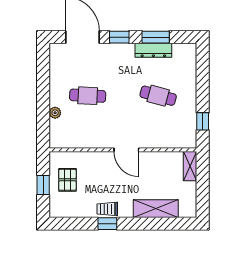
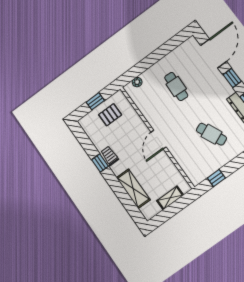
cafe table: (158, 96) -> (211, 134), turned -39
plant: (55, 113) -> (137, 82), moved
shelving: (190, 166) -> (170, 198), moved

